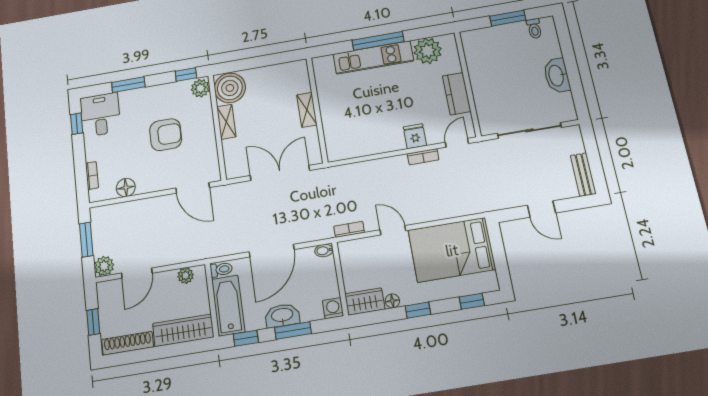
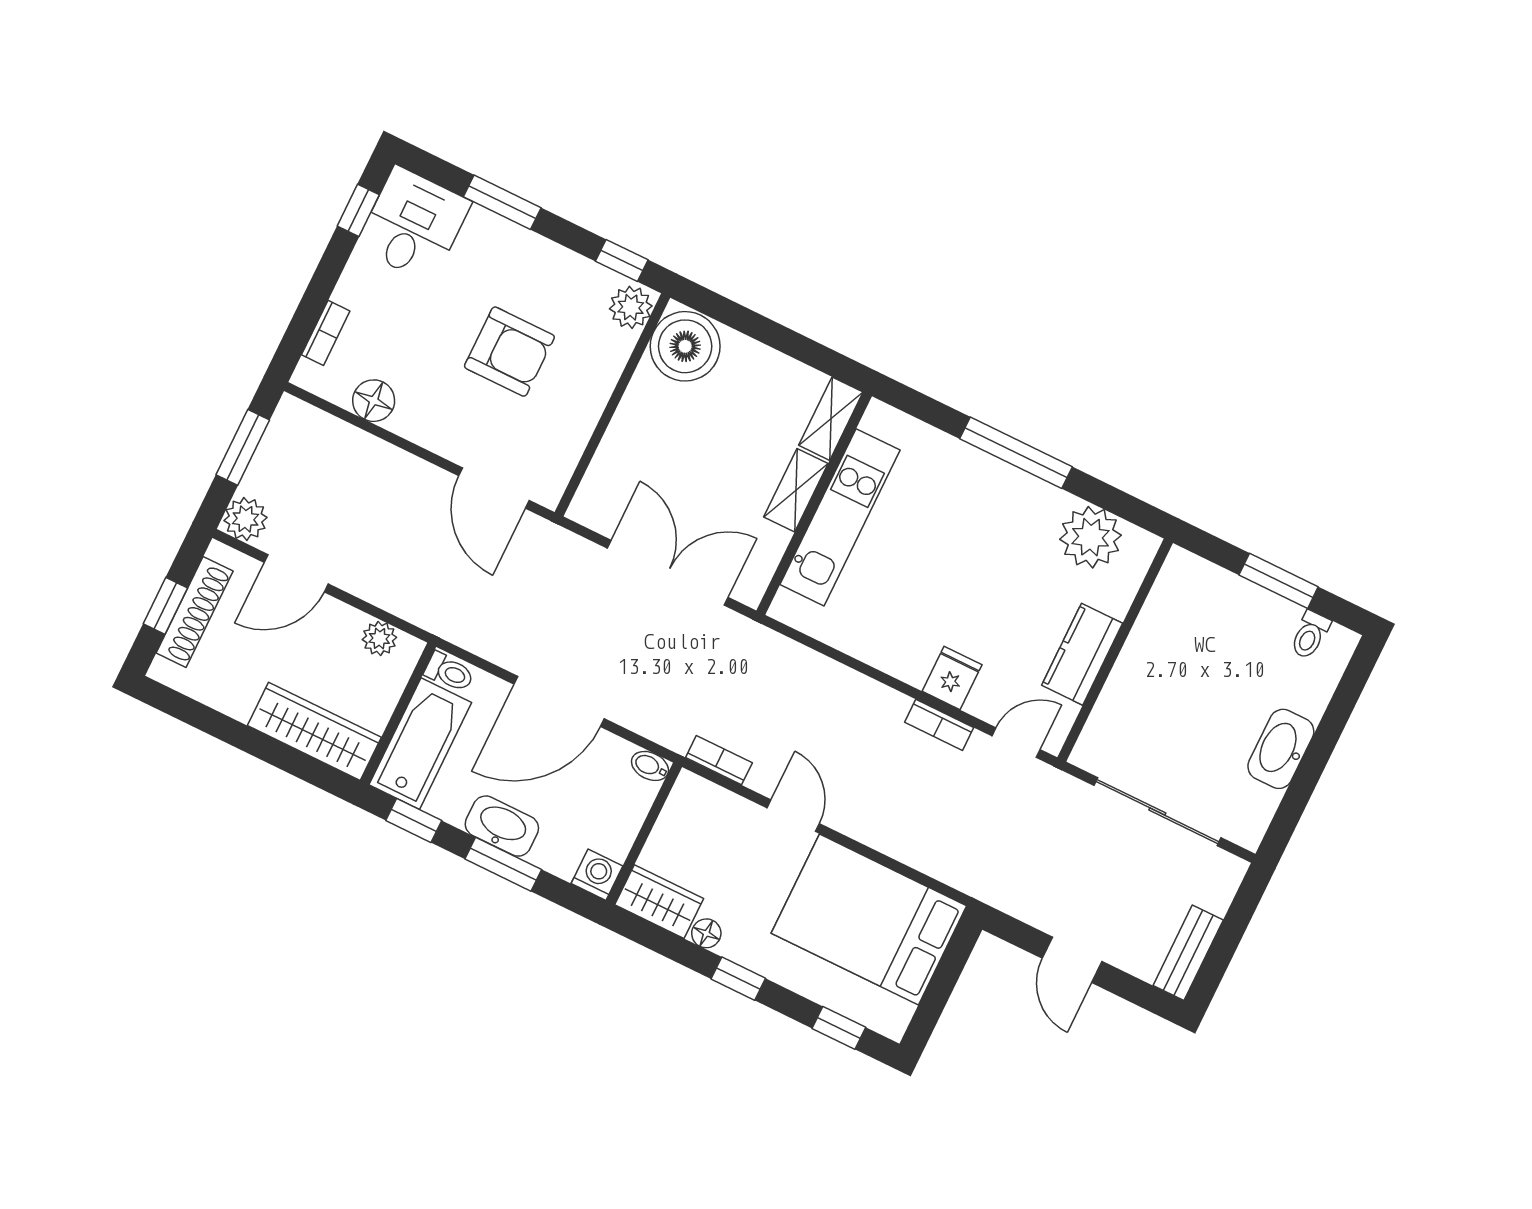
kitchen unit: (373, 57) -> (840, 517), moved, turned -90
shelving: (226, 122) -> (831, 419), moved
shoe rack: (128, 343) -> (195, 612), moved, turned 90

